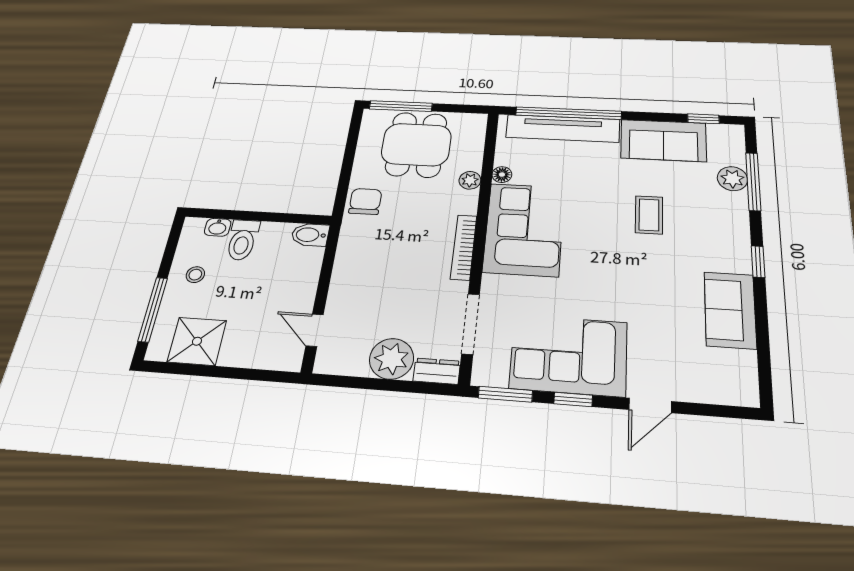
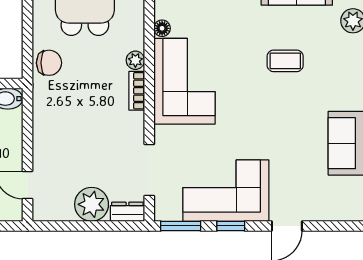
plant: (470, 180) -> (135, 60), moved
chair: (365, 201) -> (49, 63), turned 90
coffee table: (649, 215) -> (285, 61), turned 90
bookcase: (464, 247) -> (137, 91), width x0.64

